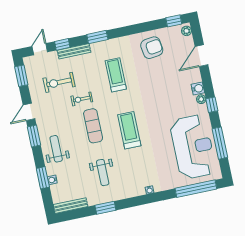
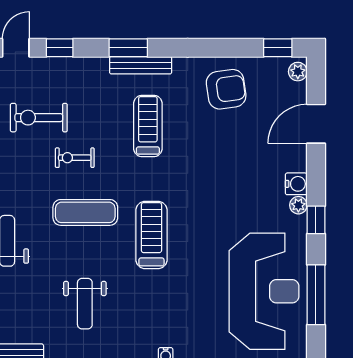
bench: (74, 51) -> (141, 65), moved
exercise mat: (93, 126) -> (85, 212), turned 90

